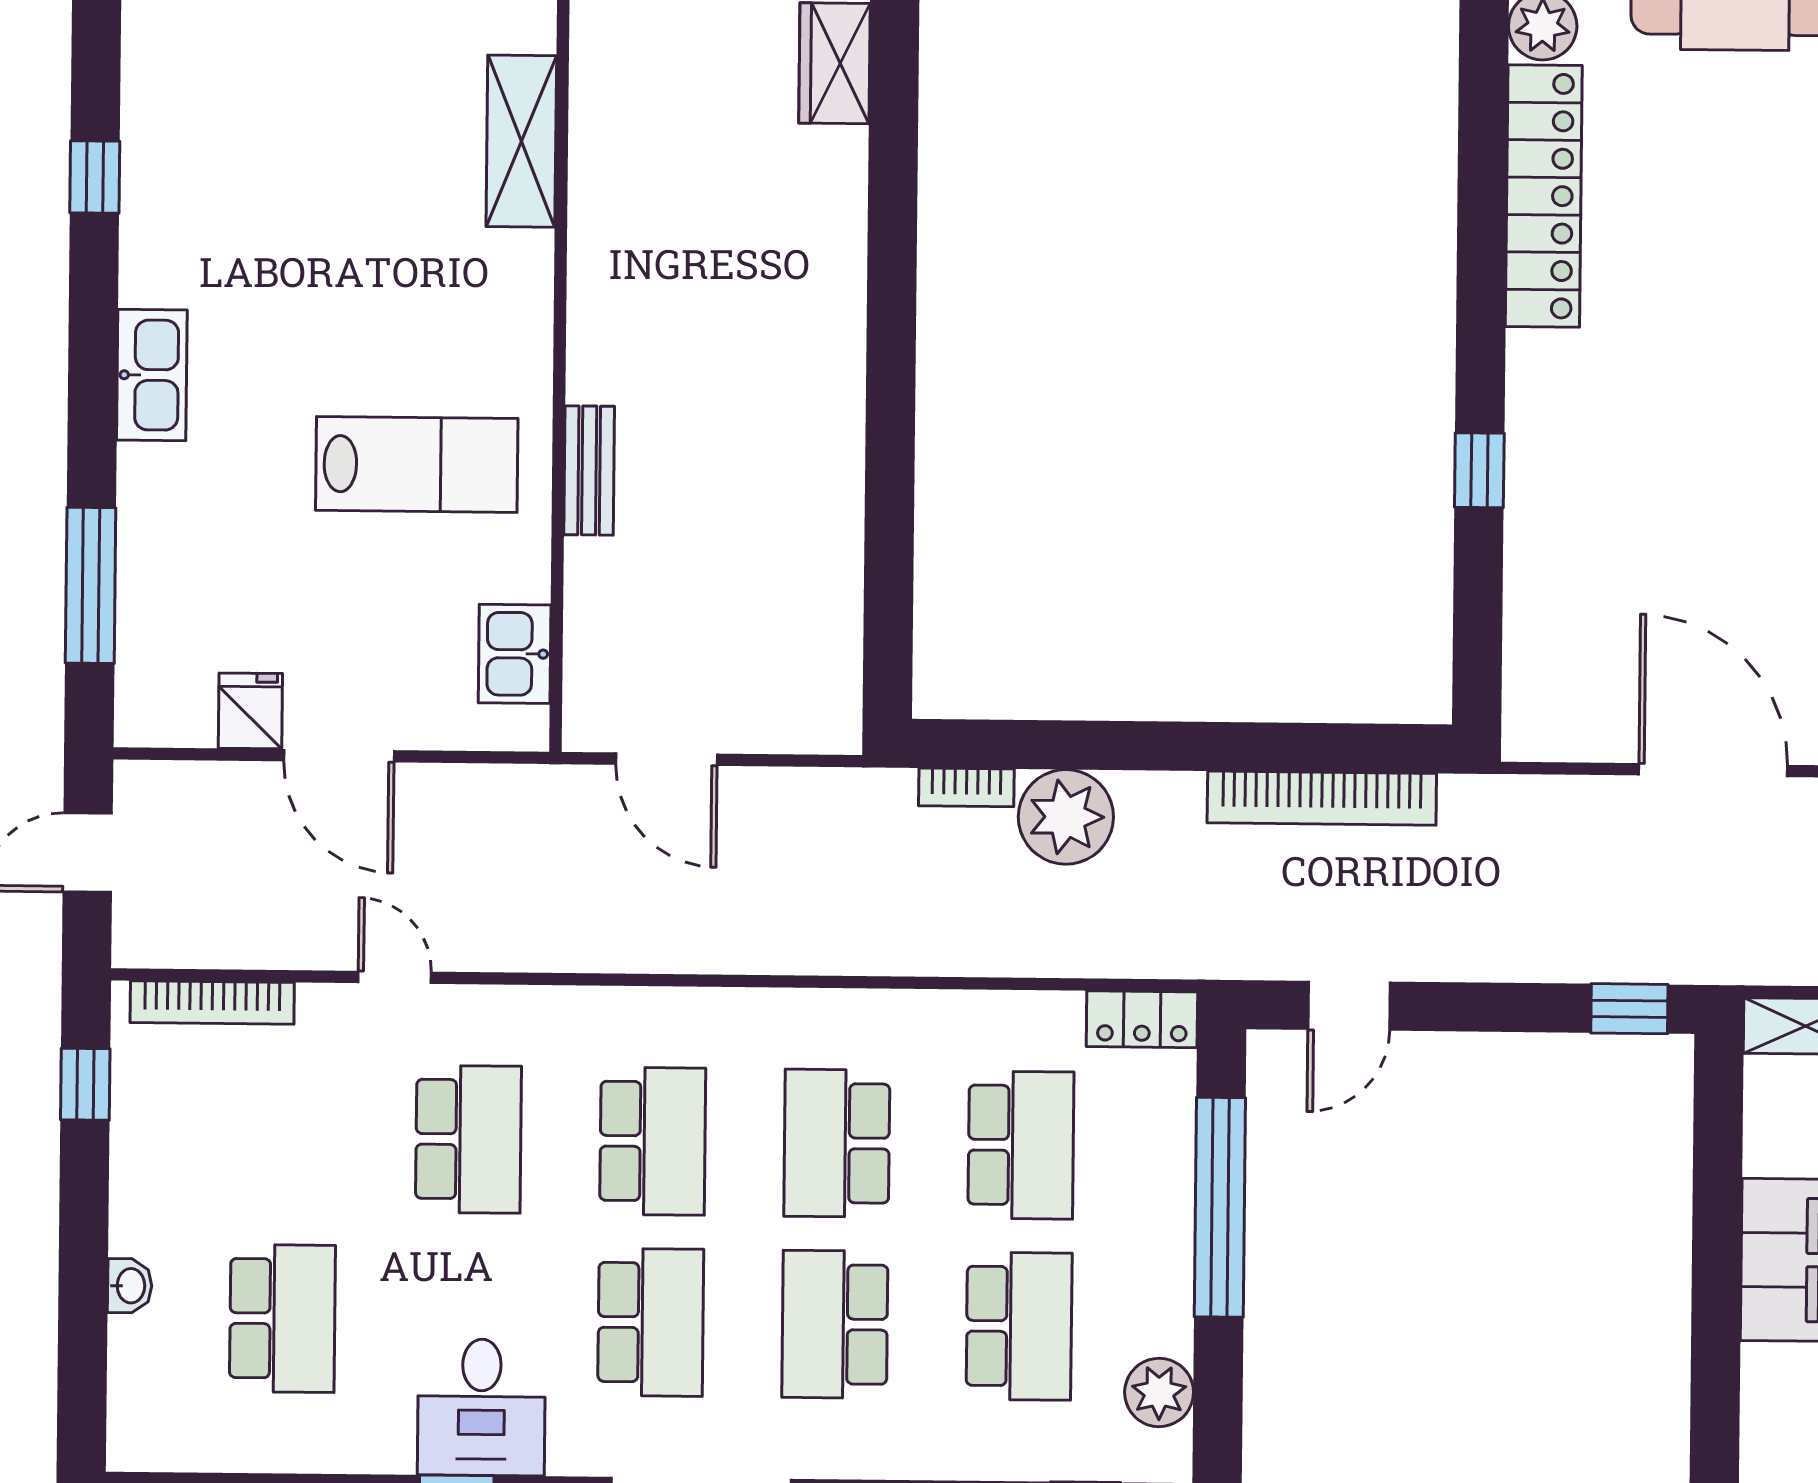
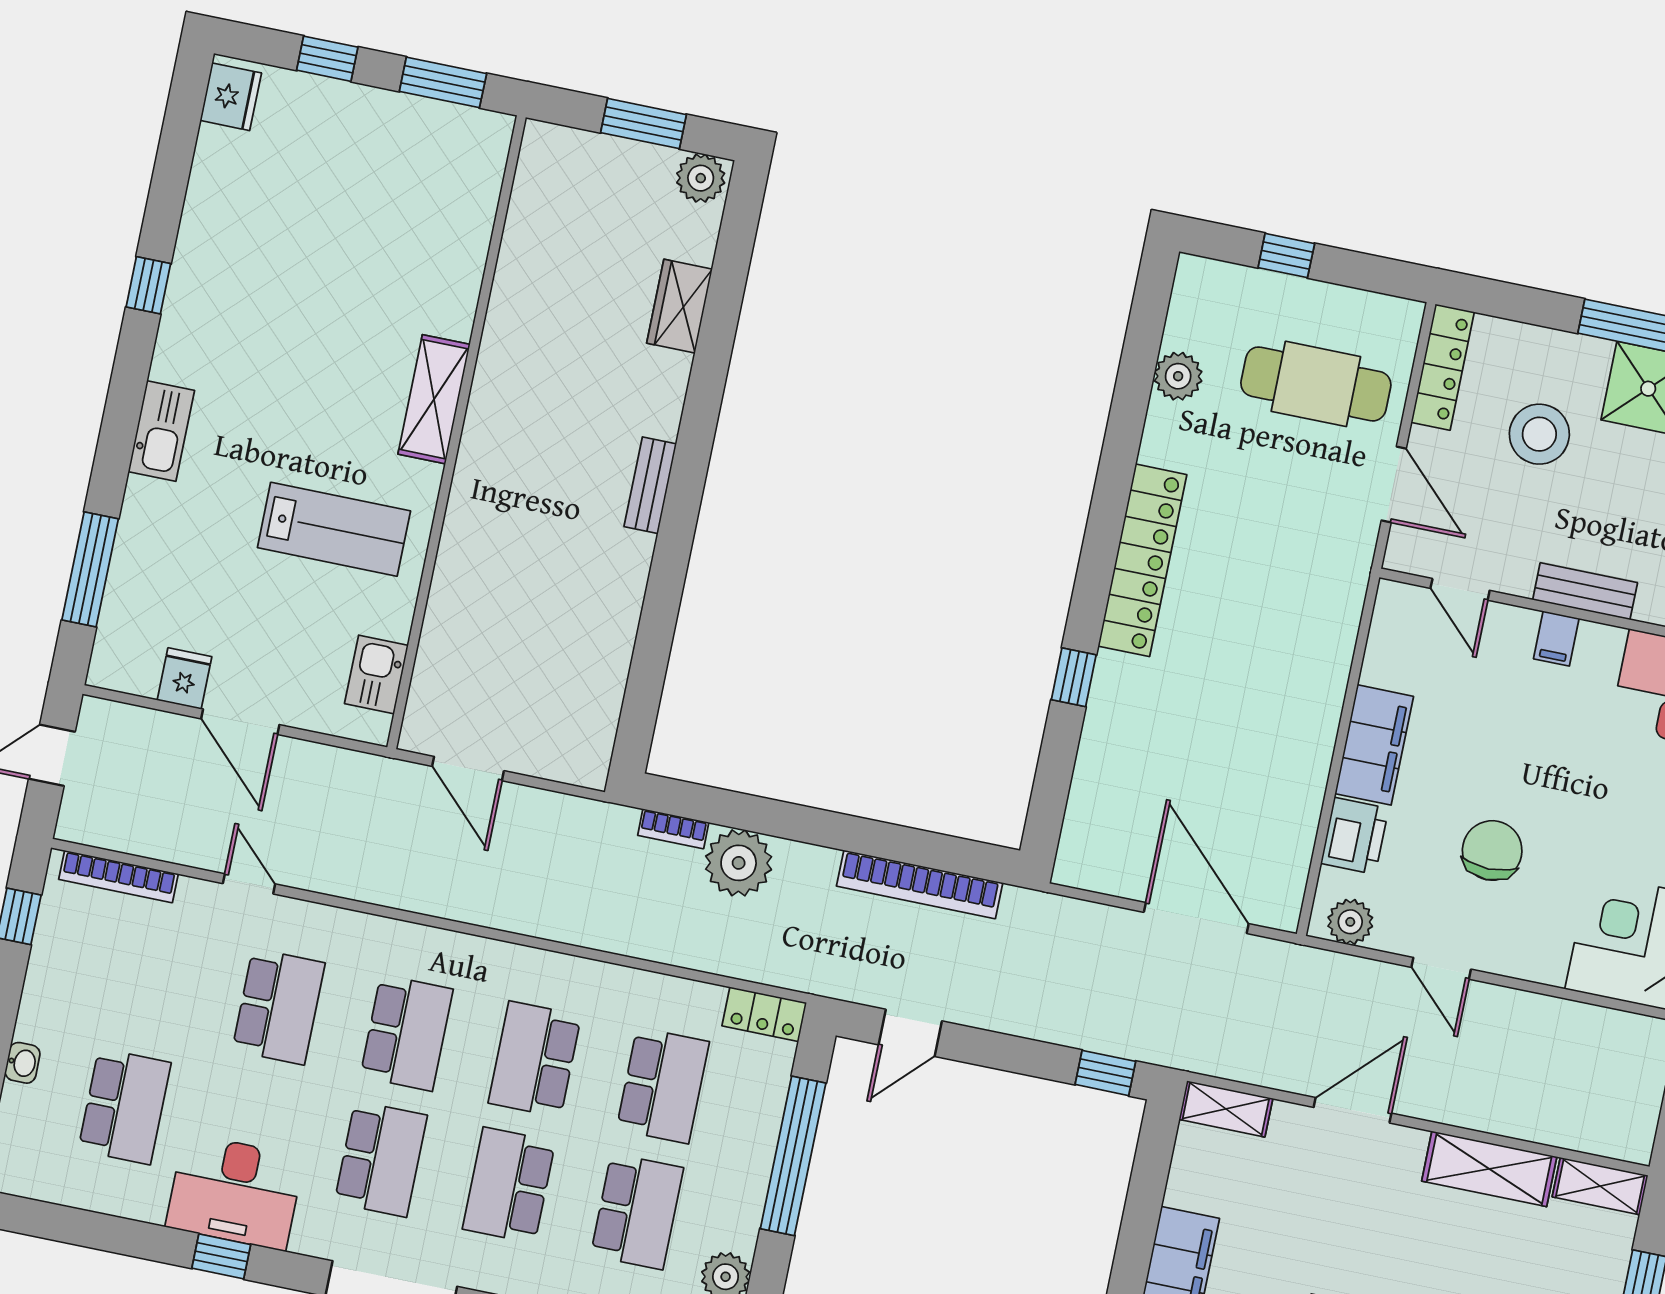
shelving: (521, 141) -> (434, 399), moved
locker: (1544, 196) -> (1142, 560), moved
bench: (589, 470) -> (650, 485), moved
desk: (481, 1407) -> (235, 1192), width x1.37

